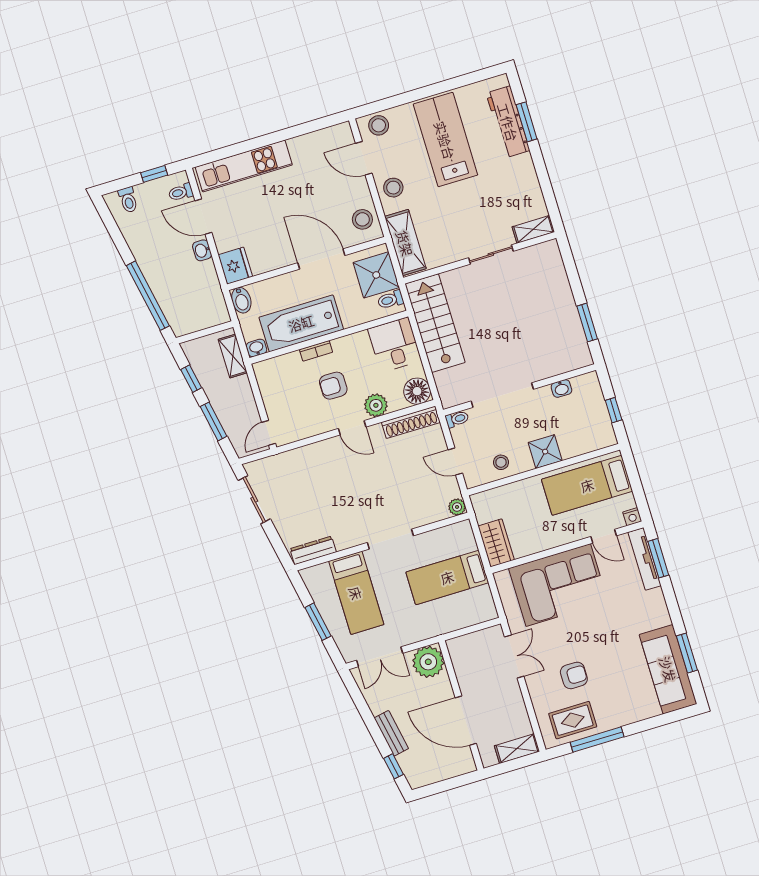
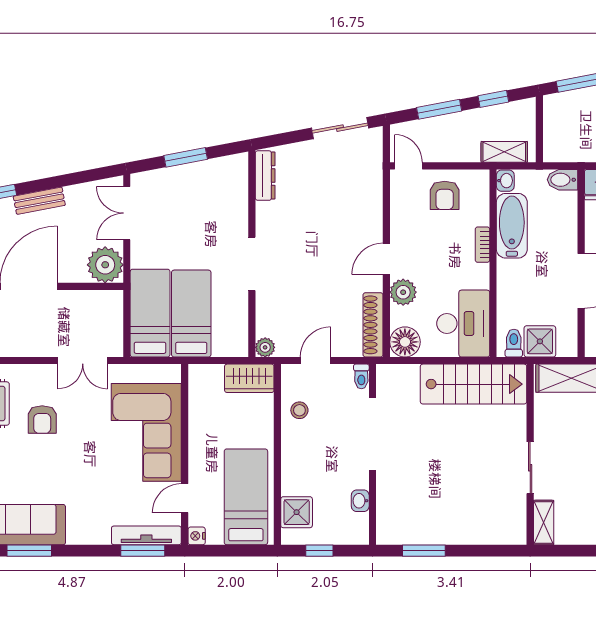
shower: (376, 275) -> (540, 341), width x0.73, depth x0.73
bathtub: (301, 323) -> (512, 226), width x0.73, depth x0.73
desk: (395, 345) -> (463, 324), width x1.37
armchair: (333, 386) -> (445, 195), moved, turned 180
shower: (545, 452) -> (297, 512), moved
wardrobe: (496, 543) -> (249, 378), moved
bed: (356, 593) -> (150, 313), moved, turned 90

